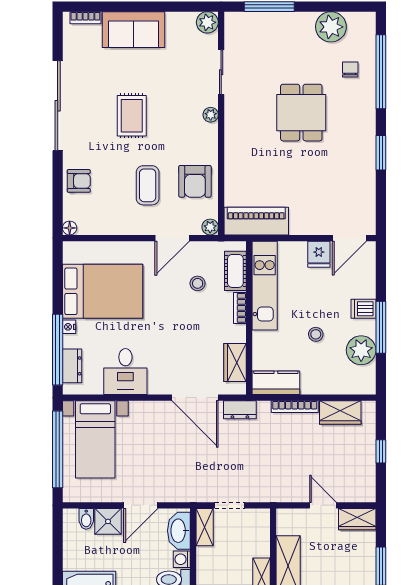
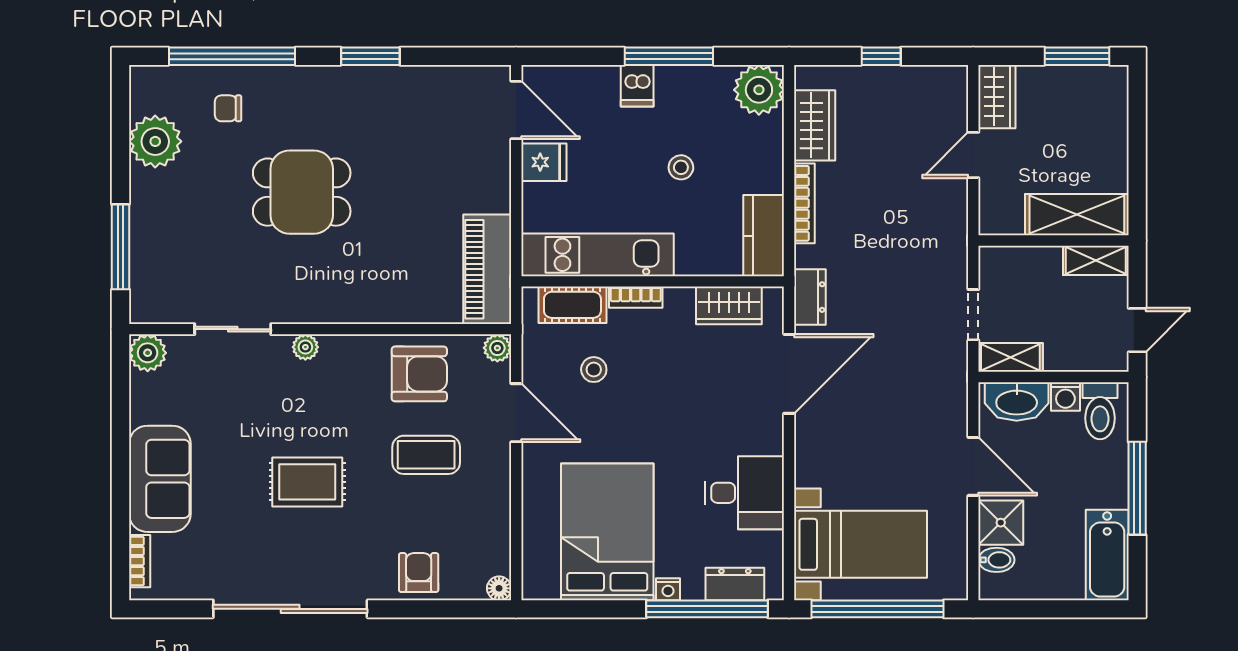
plant: (361, 350) -> (759, 90), moved

